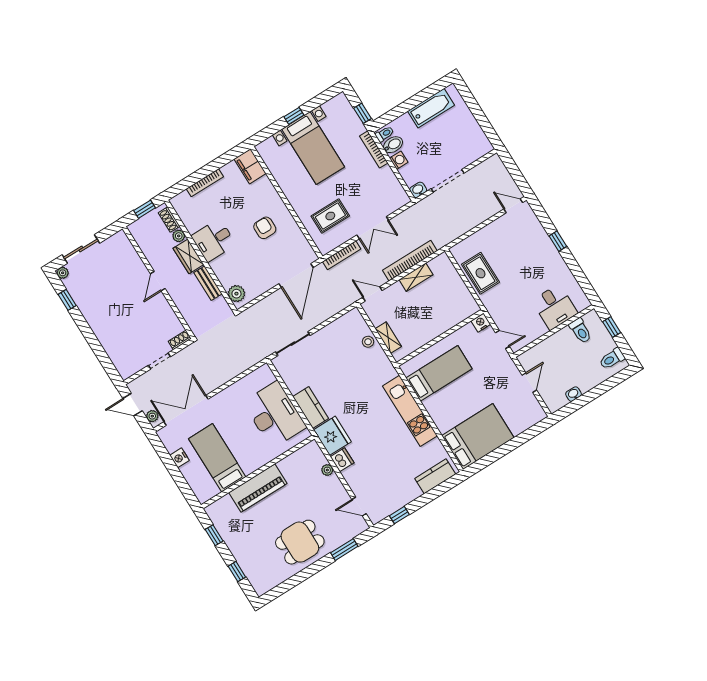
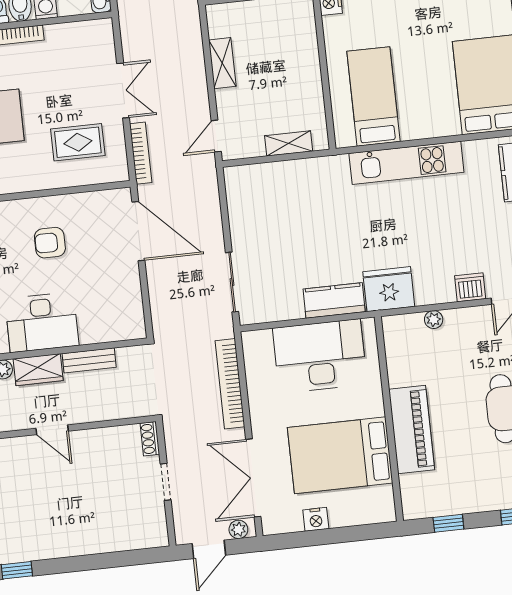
rug: (330, 216) -> (78, 142), turned 90
desk: (214, 240) -> (42, 322), width x1.37
bookcase: (410, 261) -> (230, 384), moved
plant: (236, 294) -> (123, 327), removed
stool: (368, 342) -> (281, 175), removed
bed: (217, 458) -> (340, 455), width x1.50
dishwasher: (342, 460) -> (470, 287), moved

